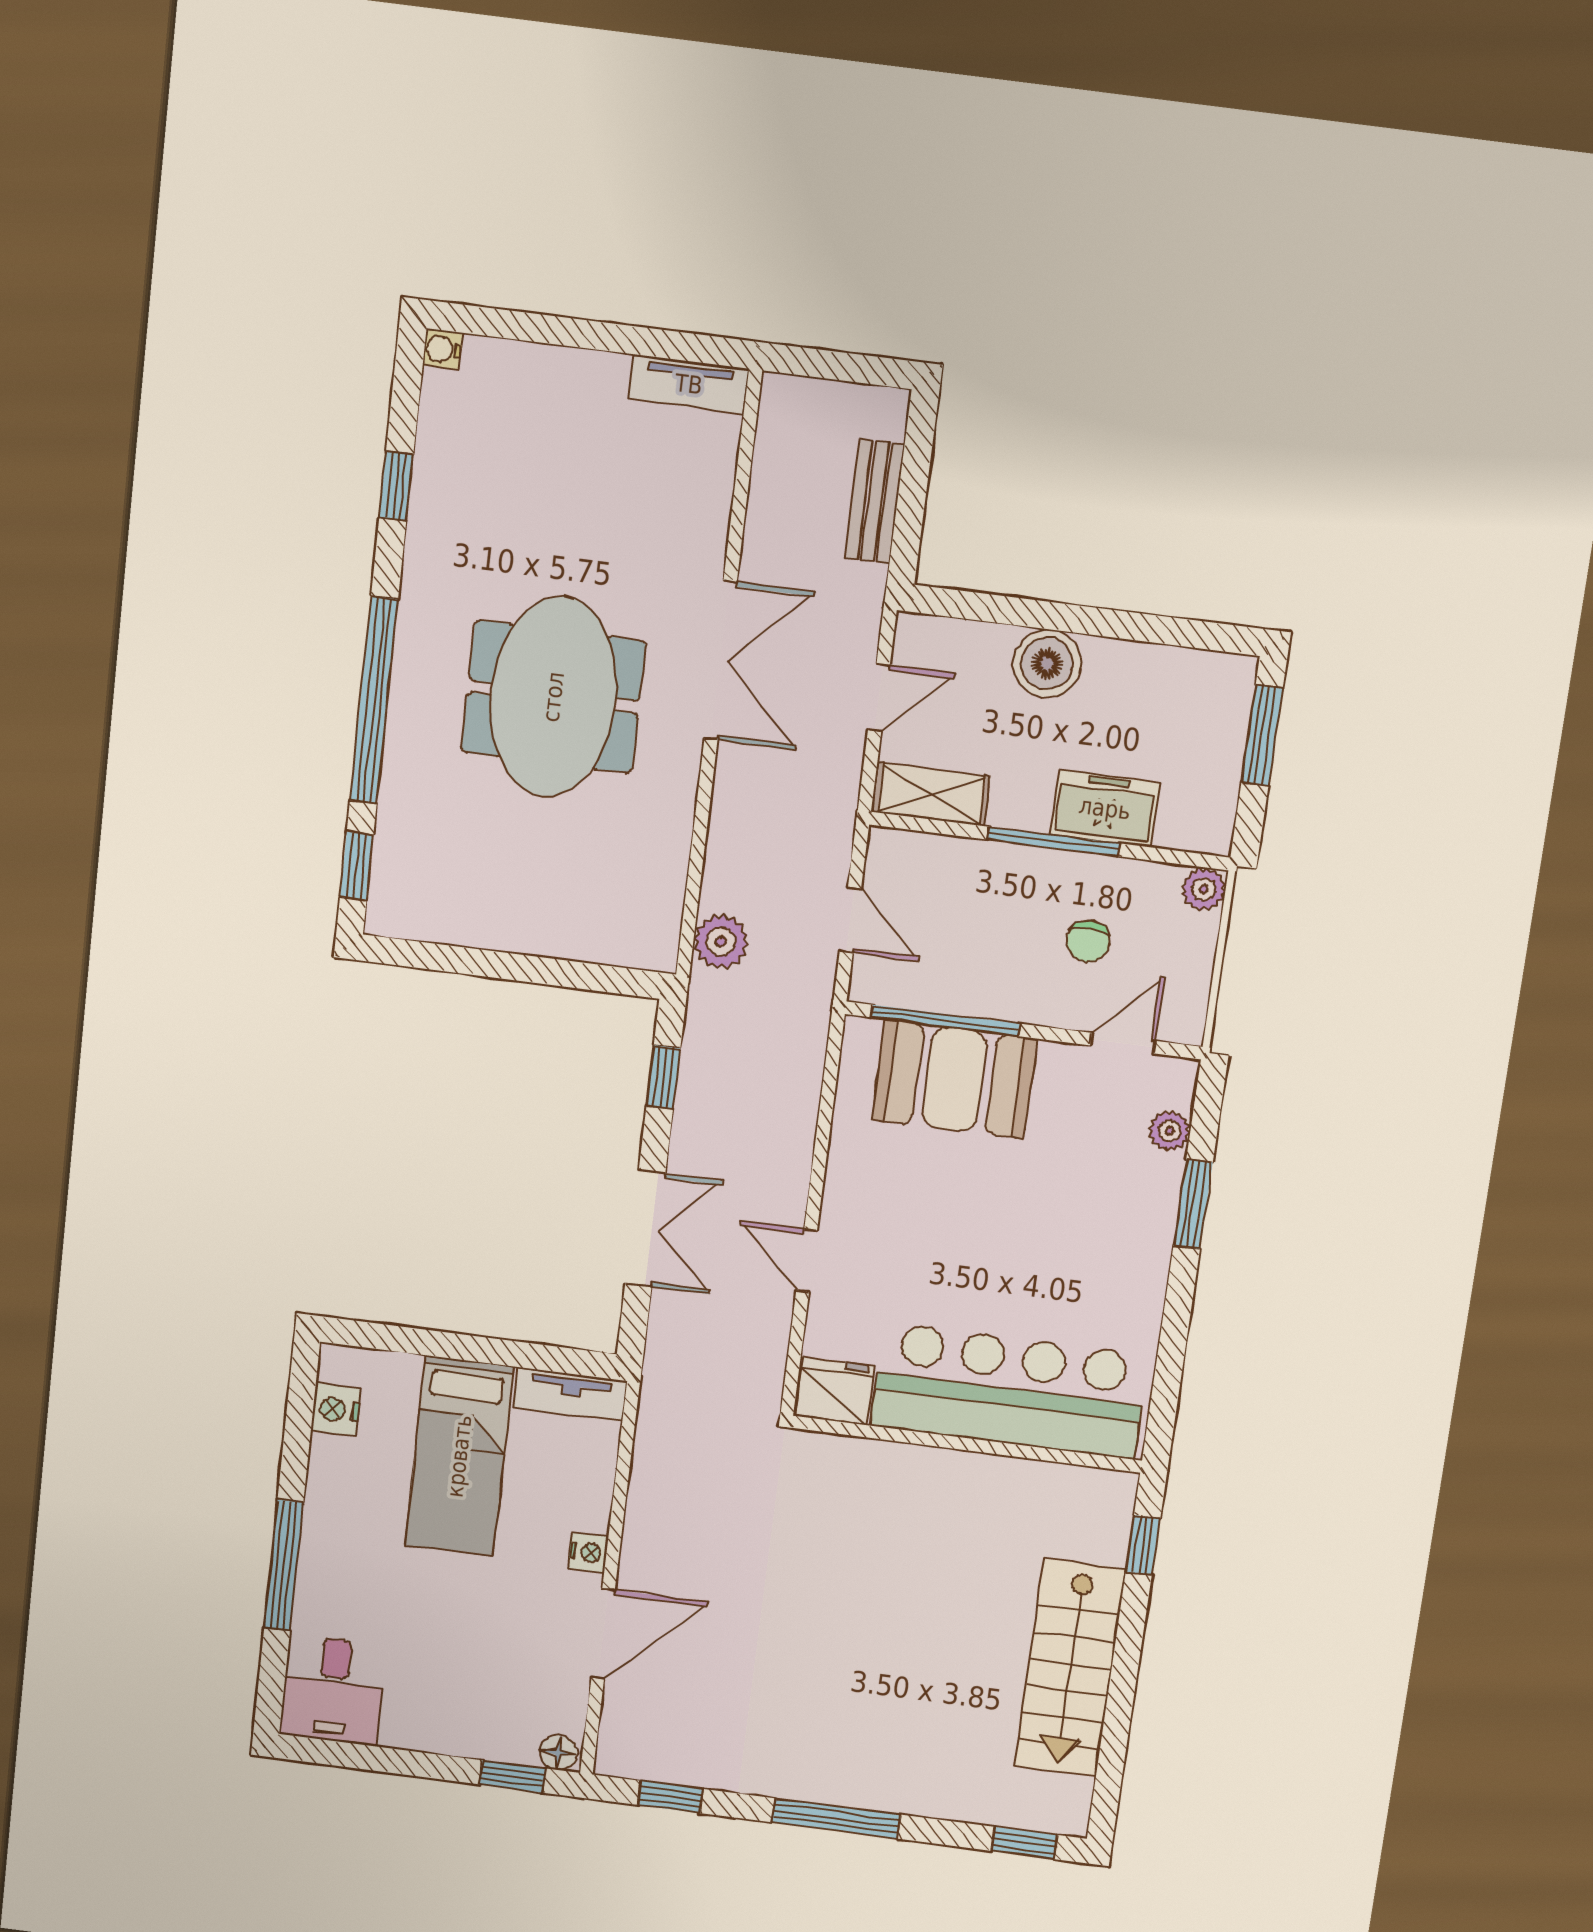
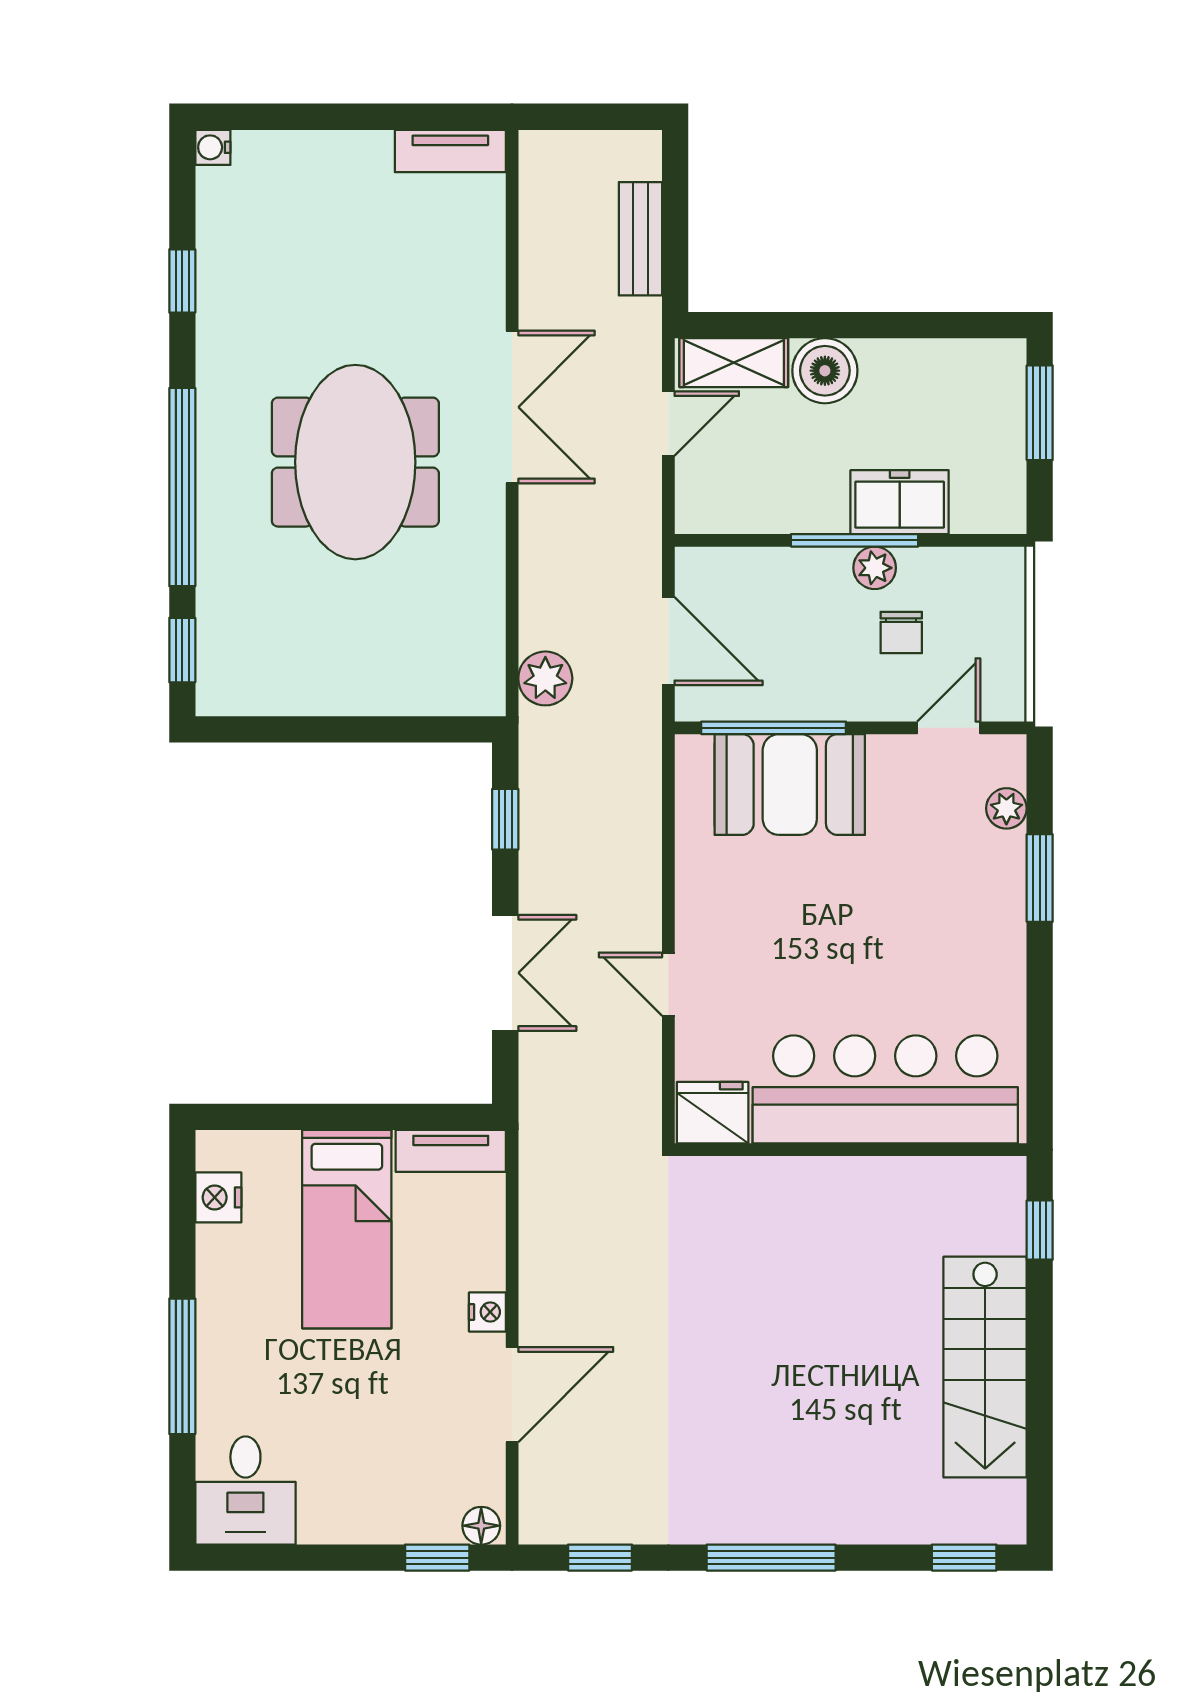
shelving: (931, 794) -> (734, 363), moved
plant: (1204, 889) -> (875, 568), moved
door: (850, 920) -> (668, 641), width x1.38

